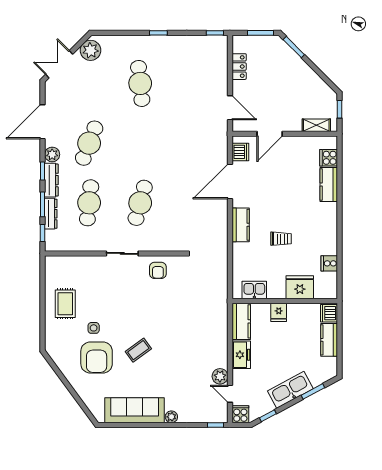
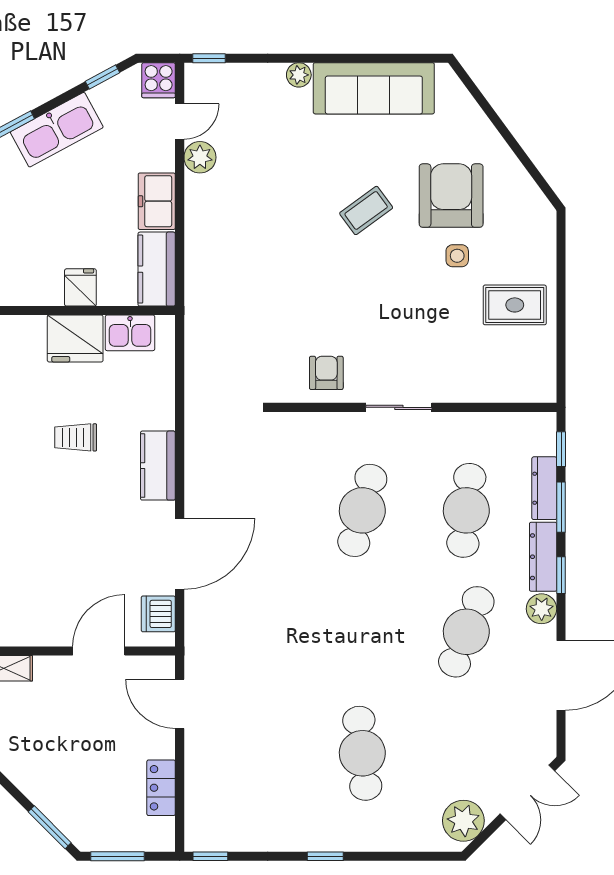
fridge: (300, 287) -> (75, 339), moved
rug: (65, 304) -> (515, 305), turned 90
door: (230, 394) -> (180, 122), hinge flipped

